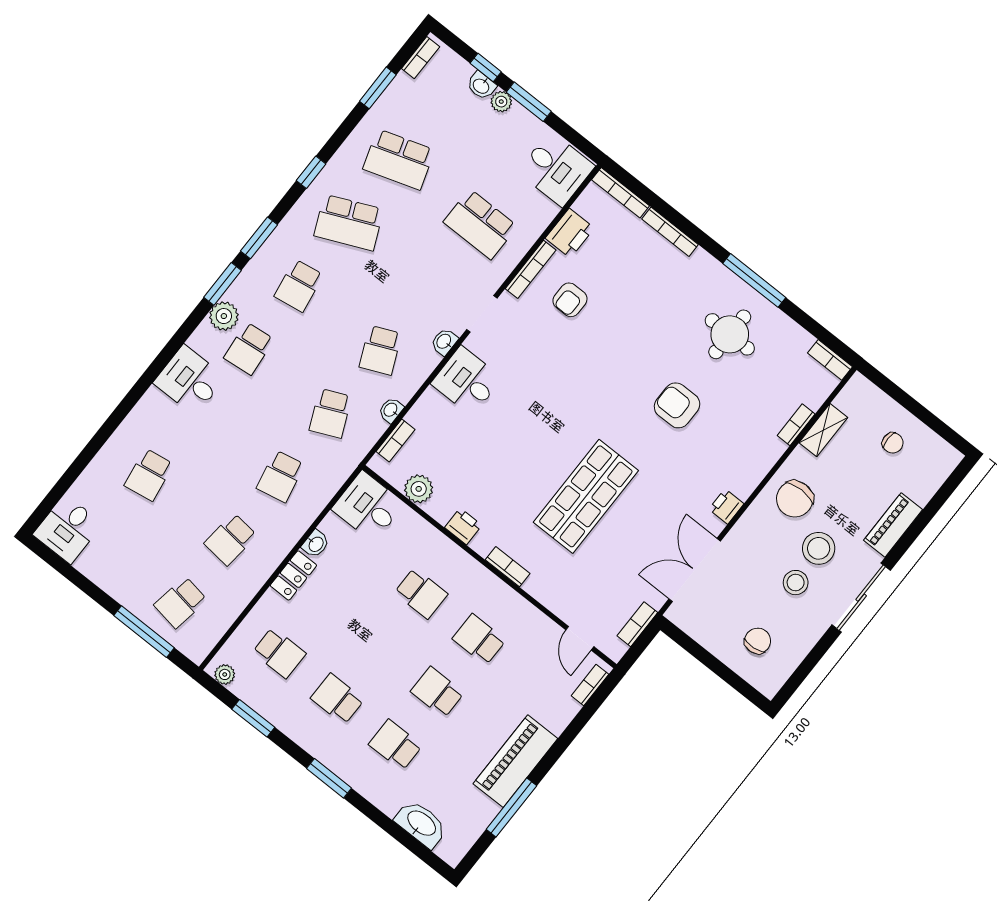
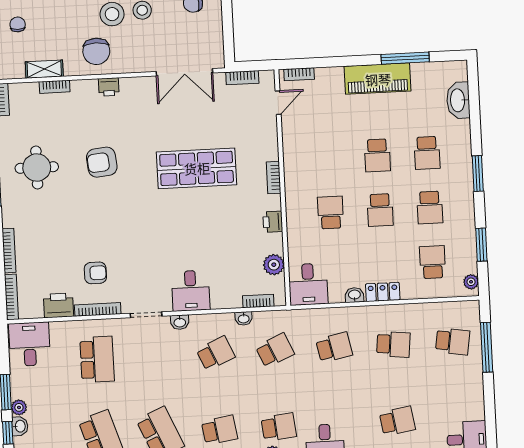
armchair: (677, 405) -> (102, 162), turned 84
chair: (795, 499) -> (96, 51), turned 90
printer: (726, 506) -> (109, 87), moved
school desk: (479, 639) -> (380, 210), moved

